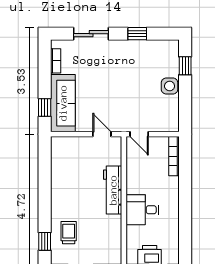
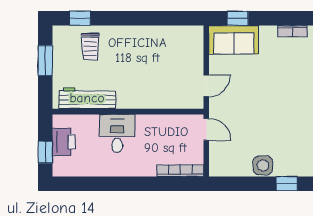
sofa: (63, 103) -> (234, 40), width x0.73
door: (139, 134) -> (206, 129), swing flipped
workbench: (113, 190) -> (87, 98), moved
trolley: (69, 233) -> (90, 46), turned 90

